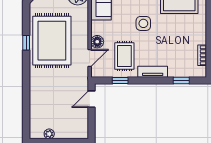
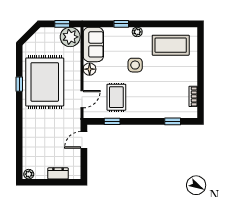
floor lamp: (97, 42) -> (90, 69), moved
tv unit: (153, 72) -> (144, 113), removed
dresser: (65, 133) -> (58, 173), added
plant: (49, 134) -> (29, 174), moved

